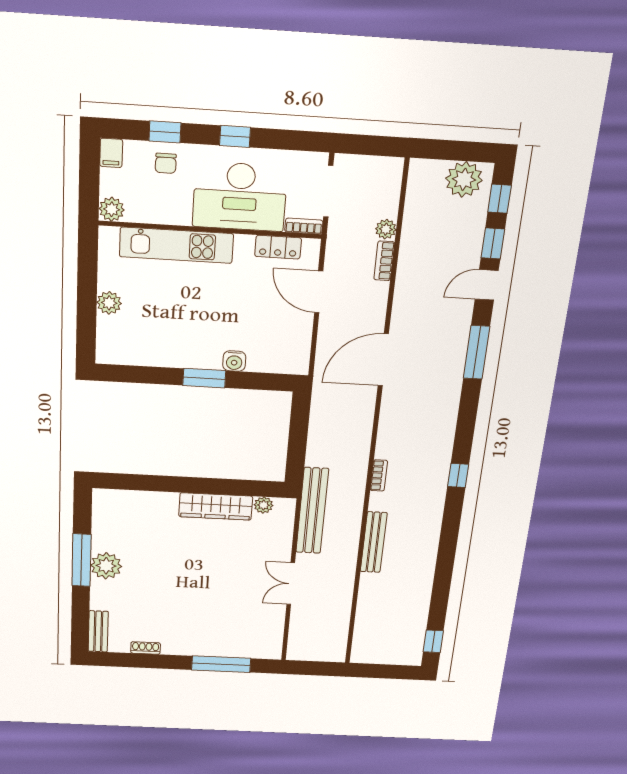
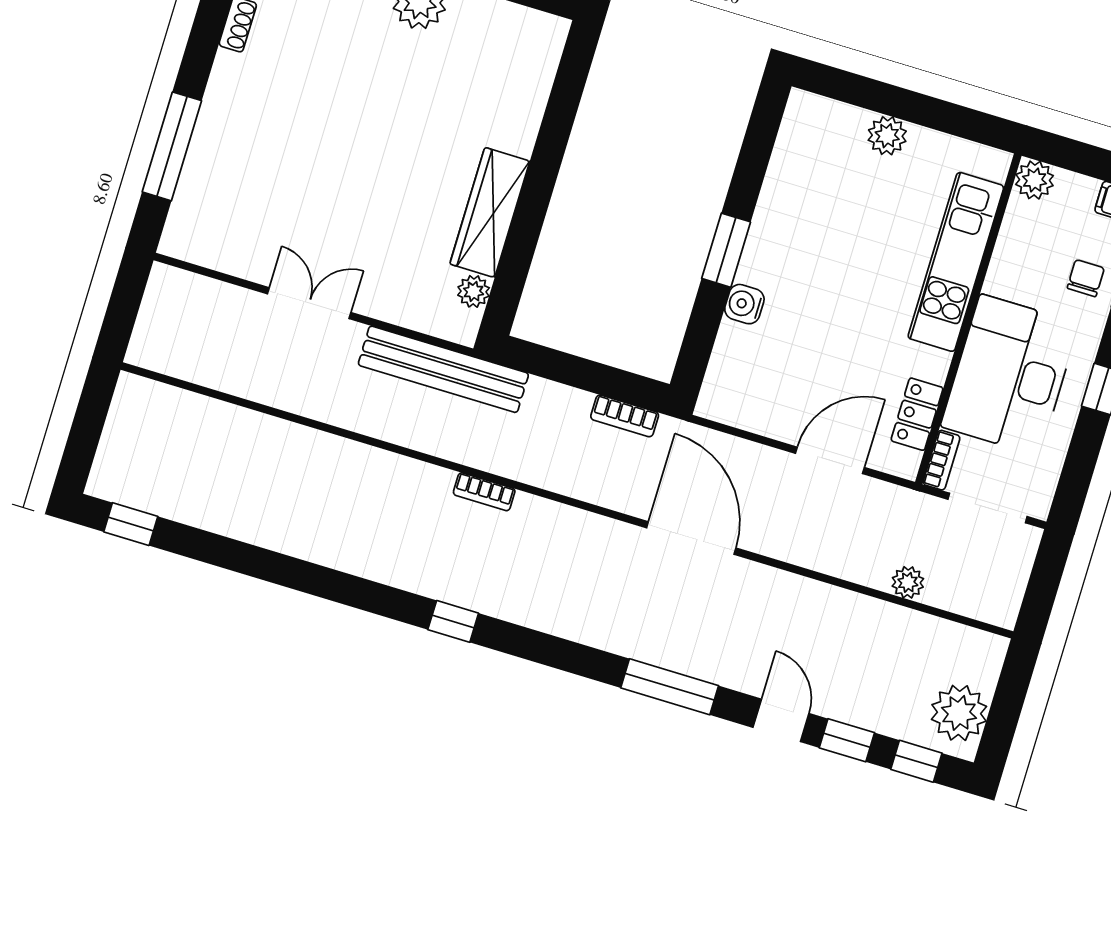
chair: (166, 163) -> (1086, 278), turned 90
bookcase: (384, 261) -> (625, 416), moved, turned 180
bench: (374, 542) -> (358, 459), removed

